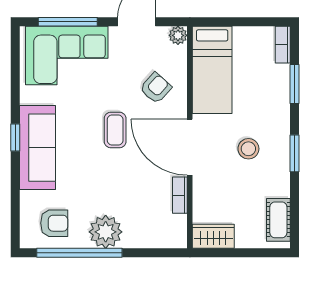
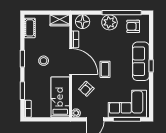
floor lamp: (164, 233) -> (83, 22), added

